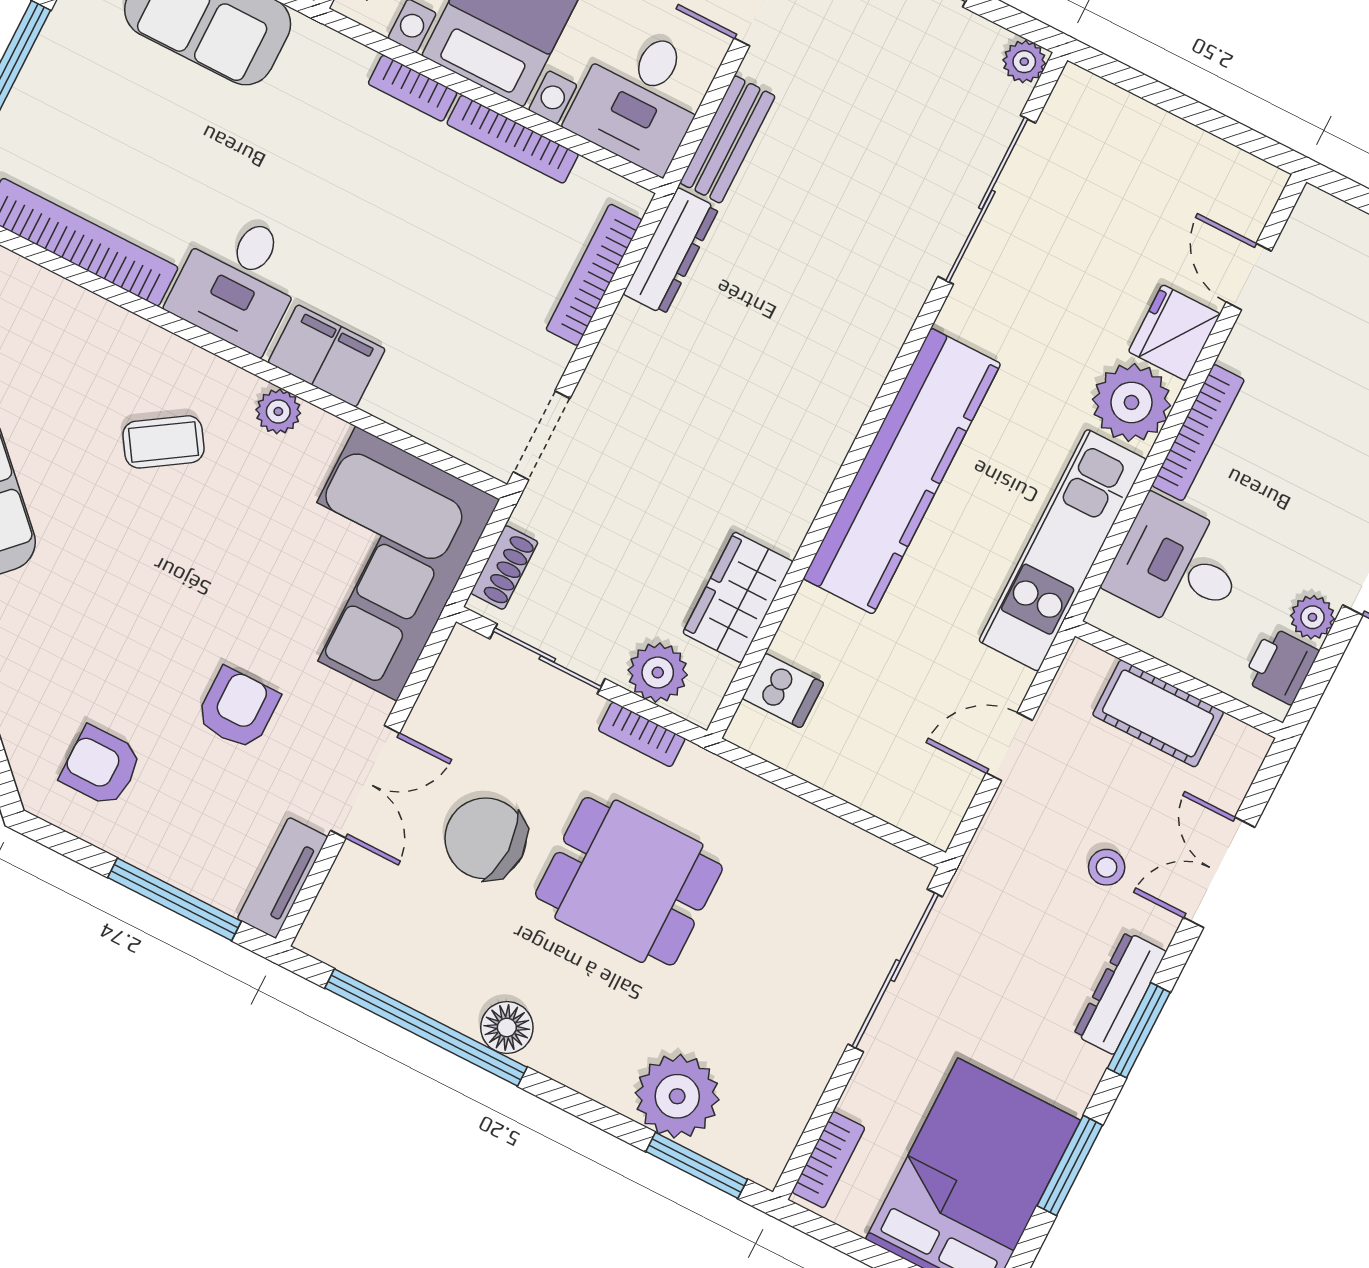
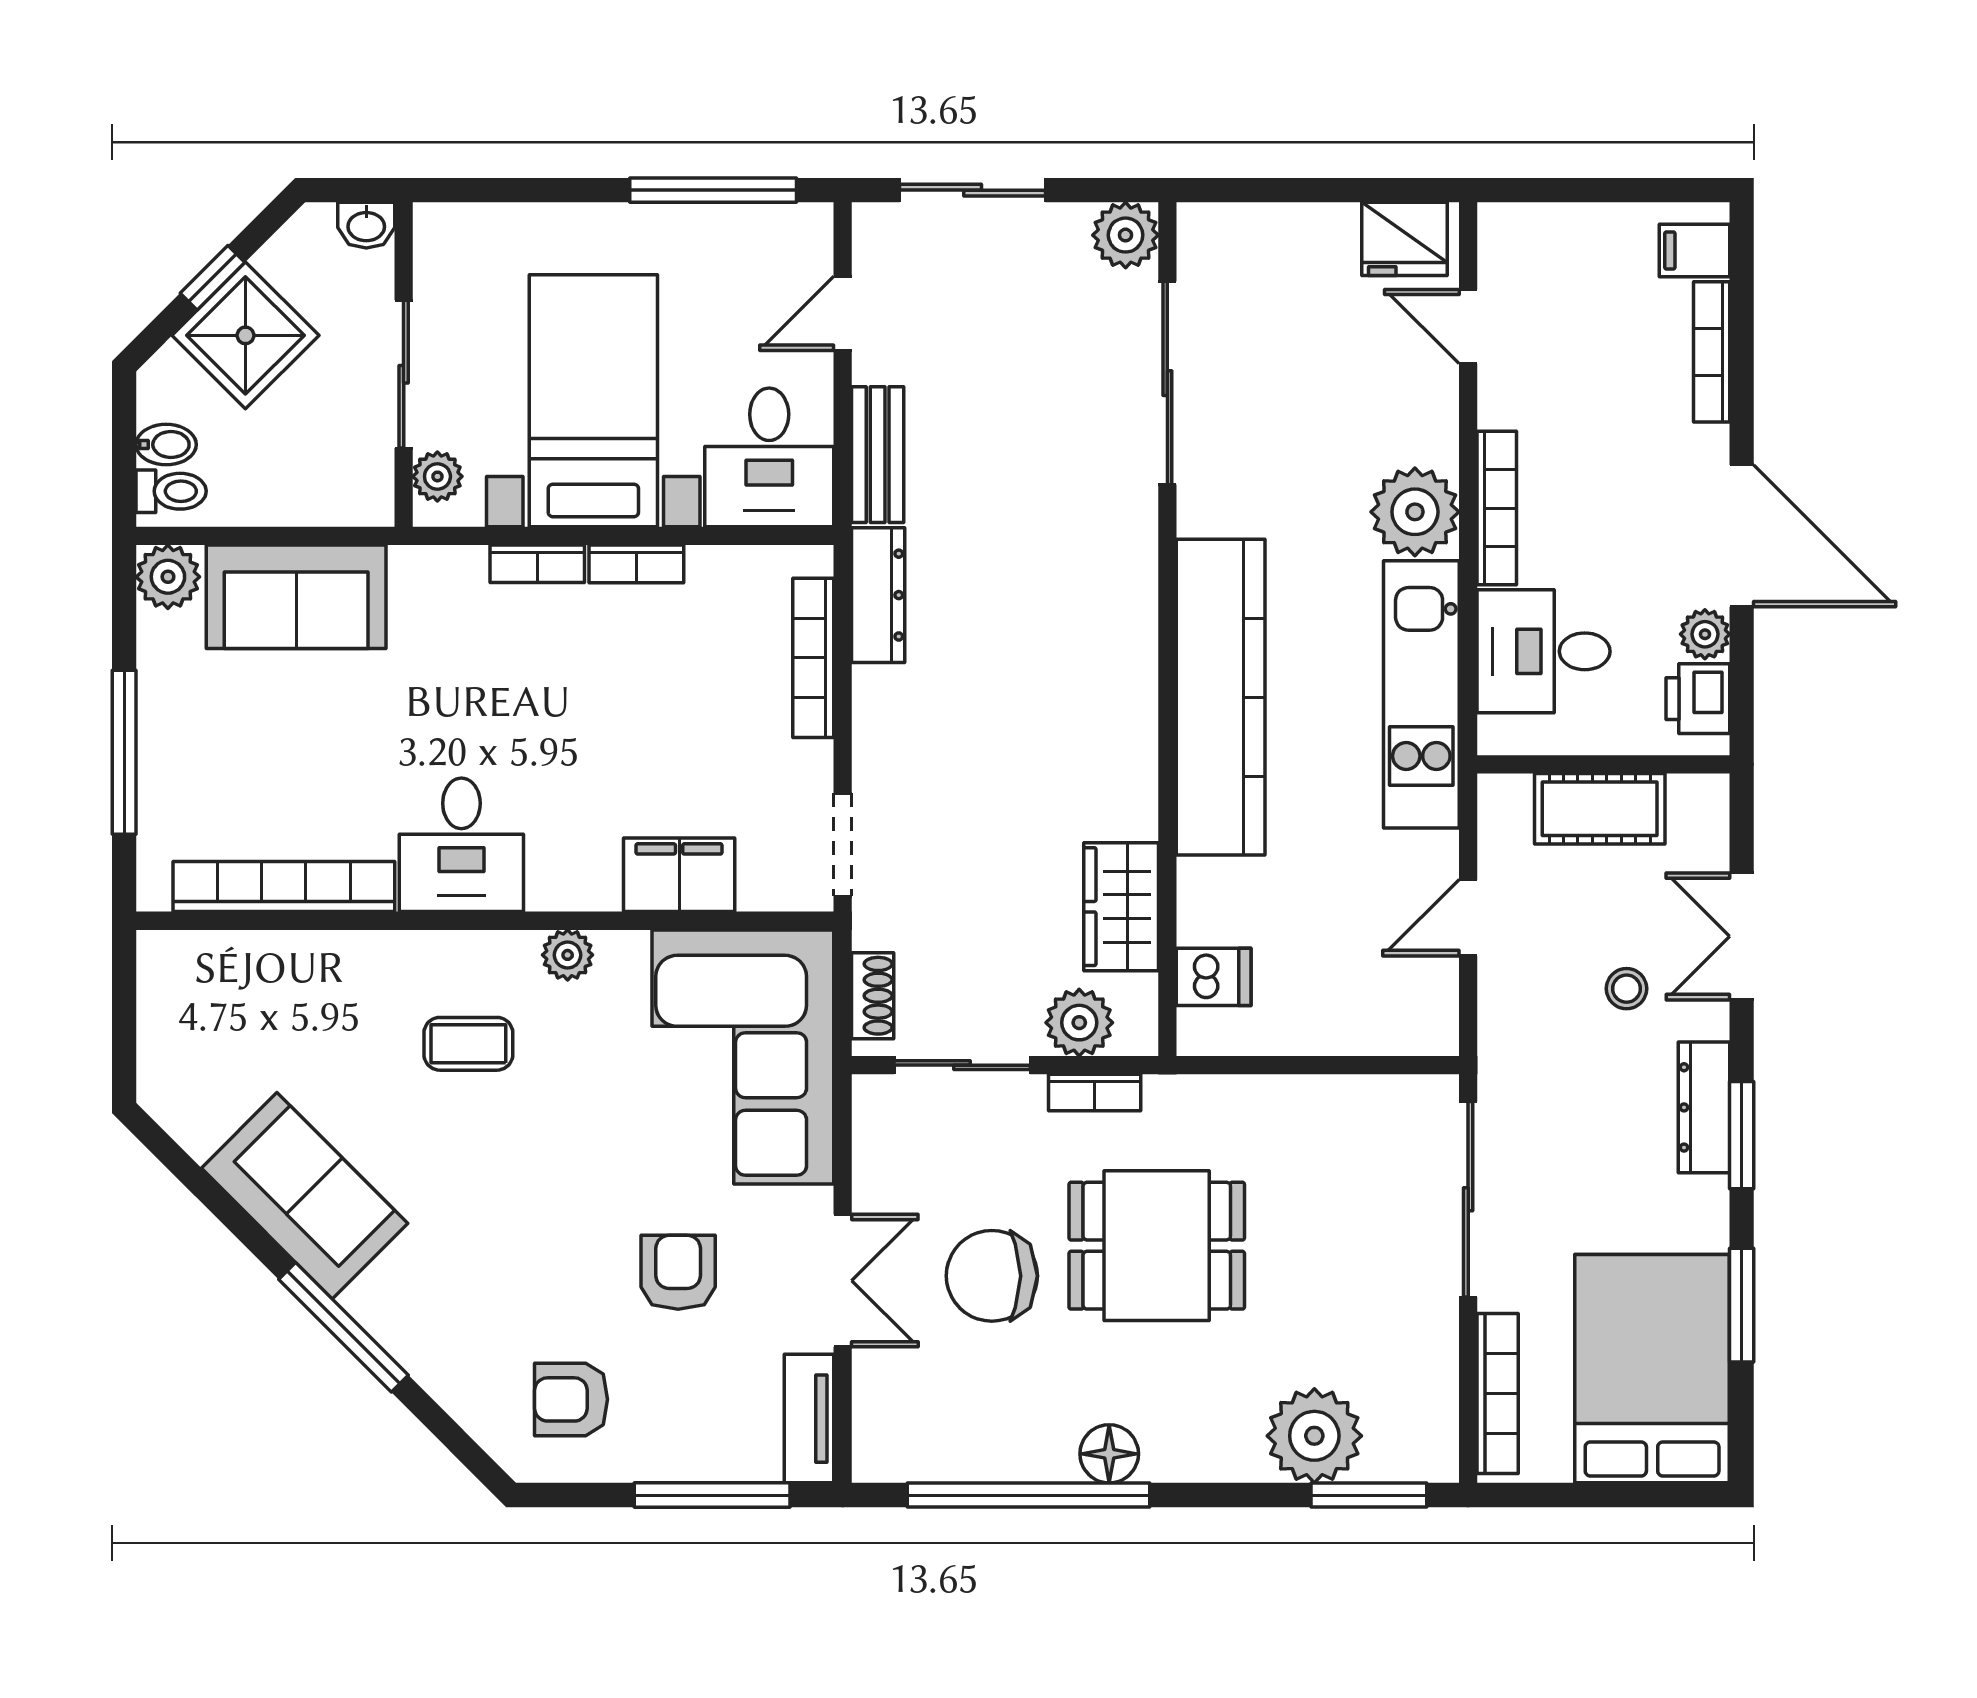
plant: (1024, 62) -> (1126, 235), width x1.38, depth x1.38
bookcase: (513, 139) -> (636, 564), width x0.64
fridge: (1174, 333) -> (1404, 239), moved, turned -90
filing cabinet: (327, 356) -> (679, 875), moved
coffee table: (163, 442) -> (468, 1044), turned 33
bookcase: (828, 1160) -> (1498, 1393), width x1.56

